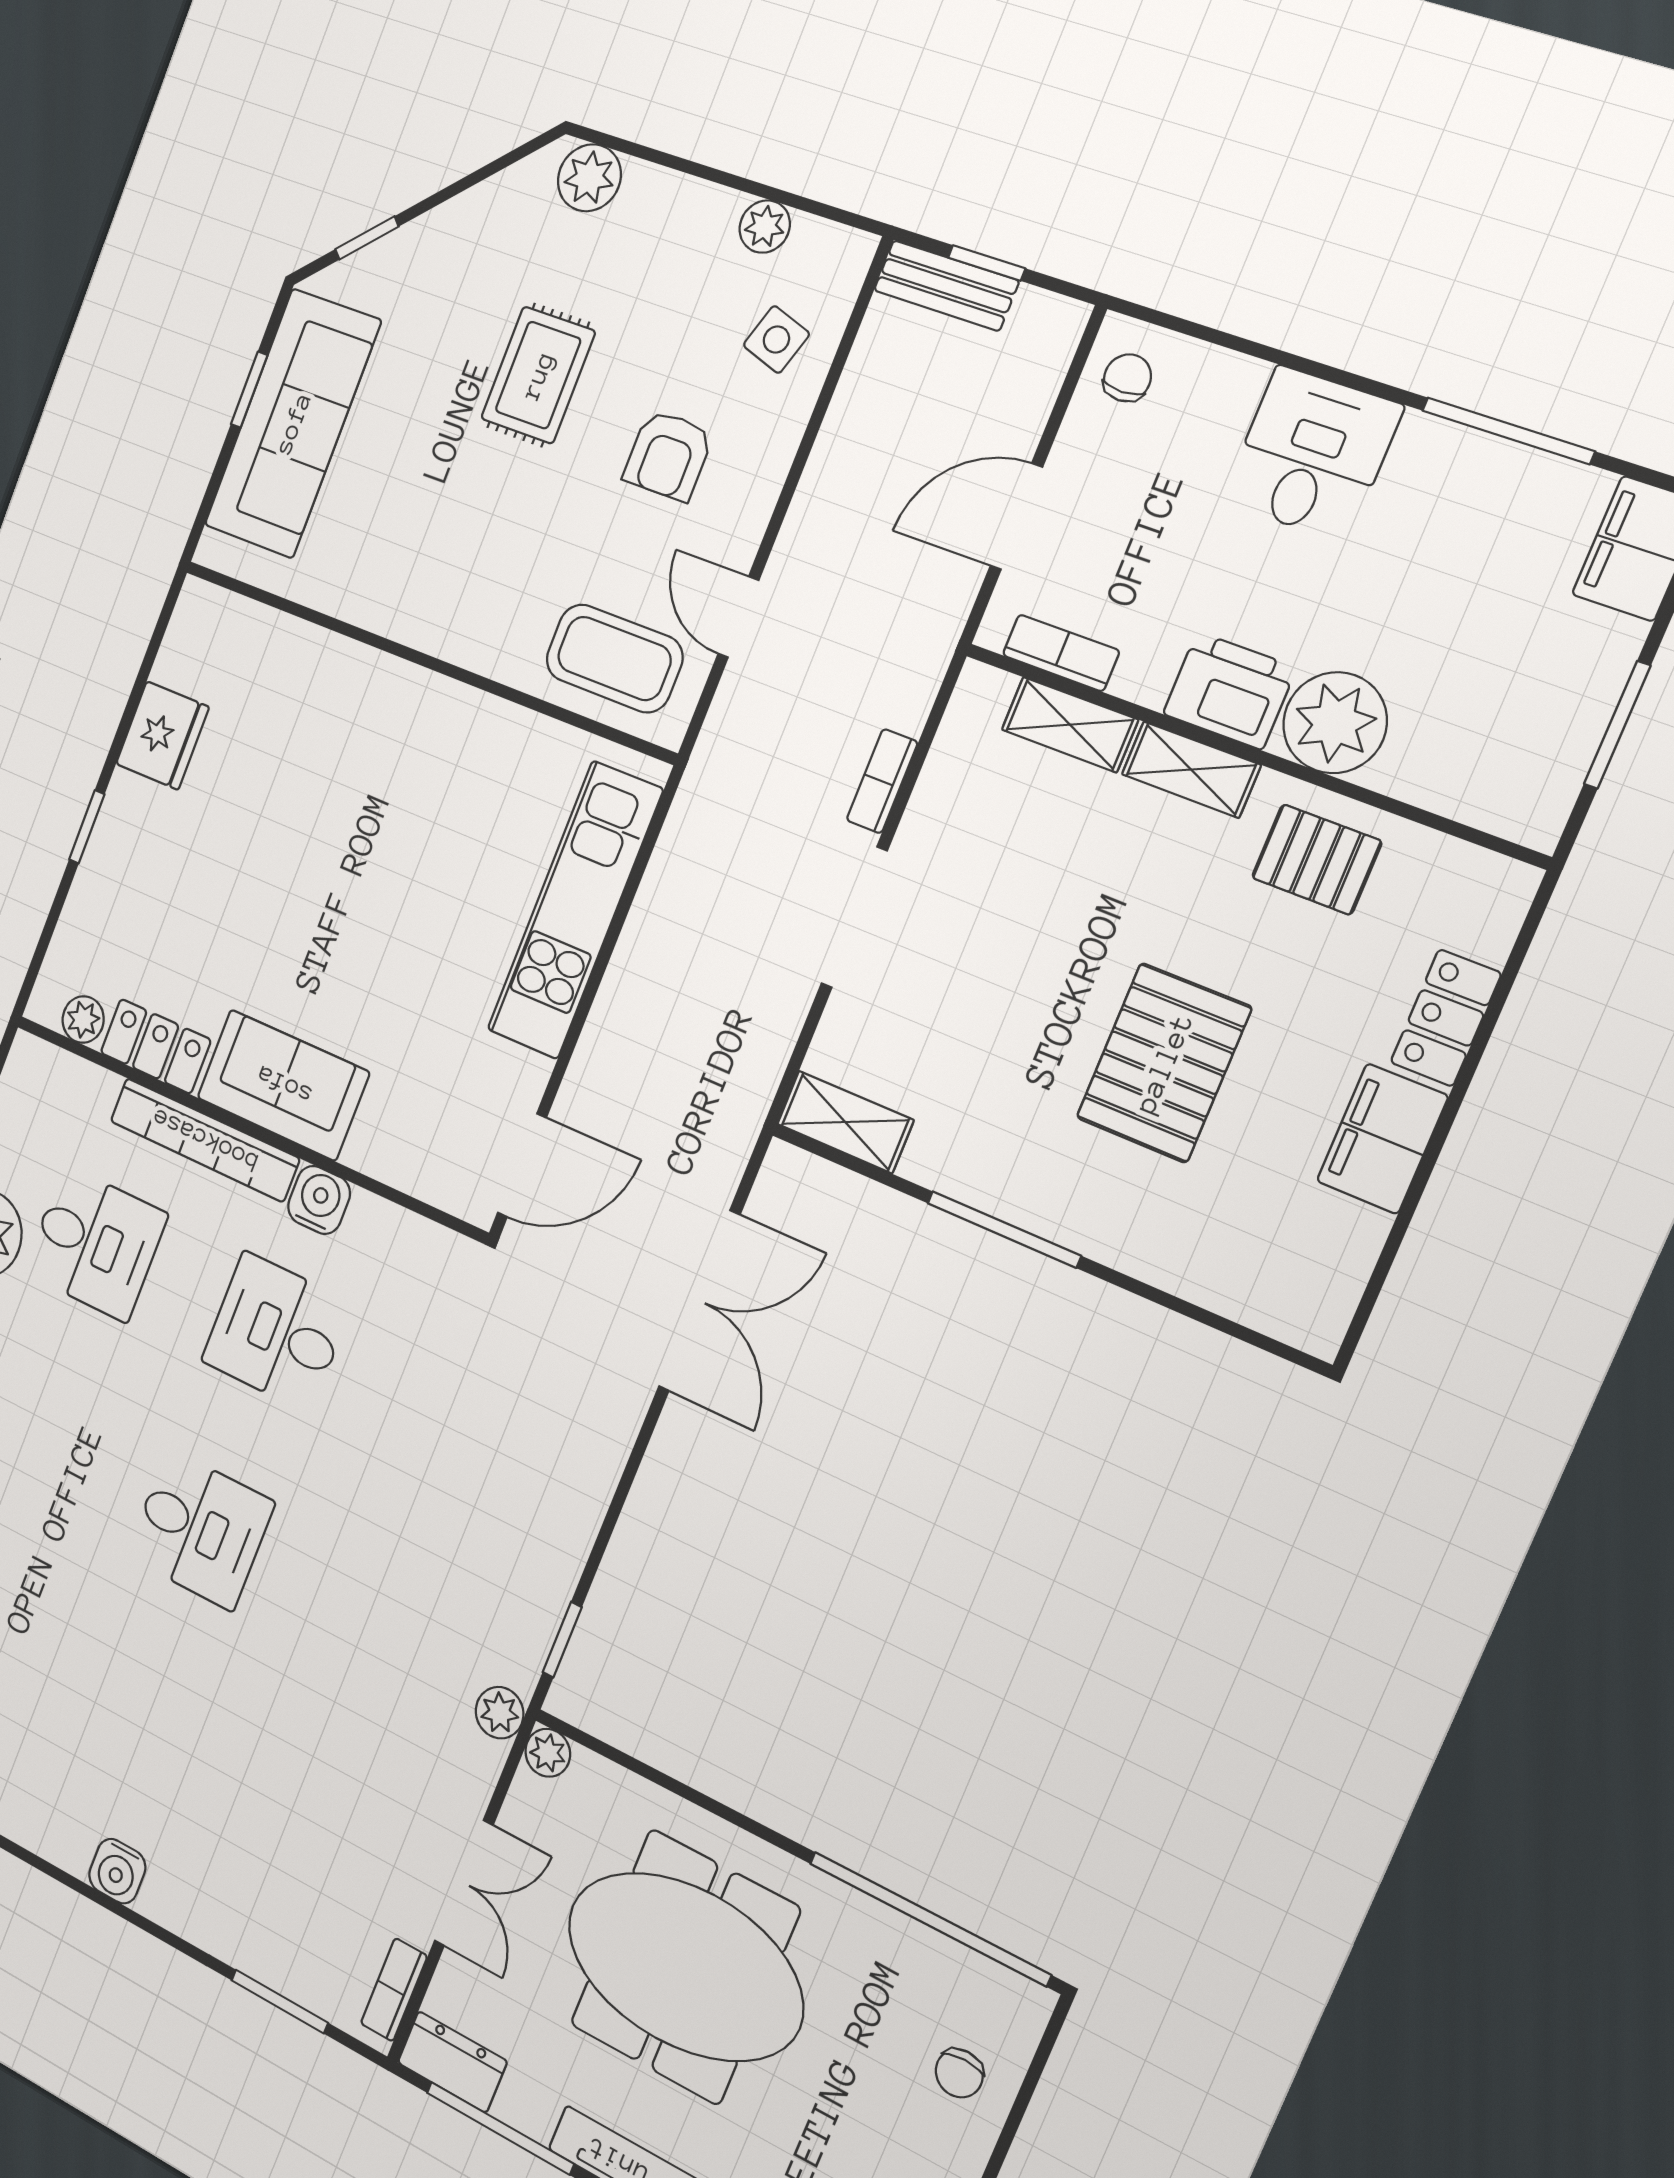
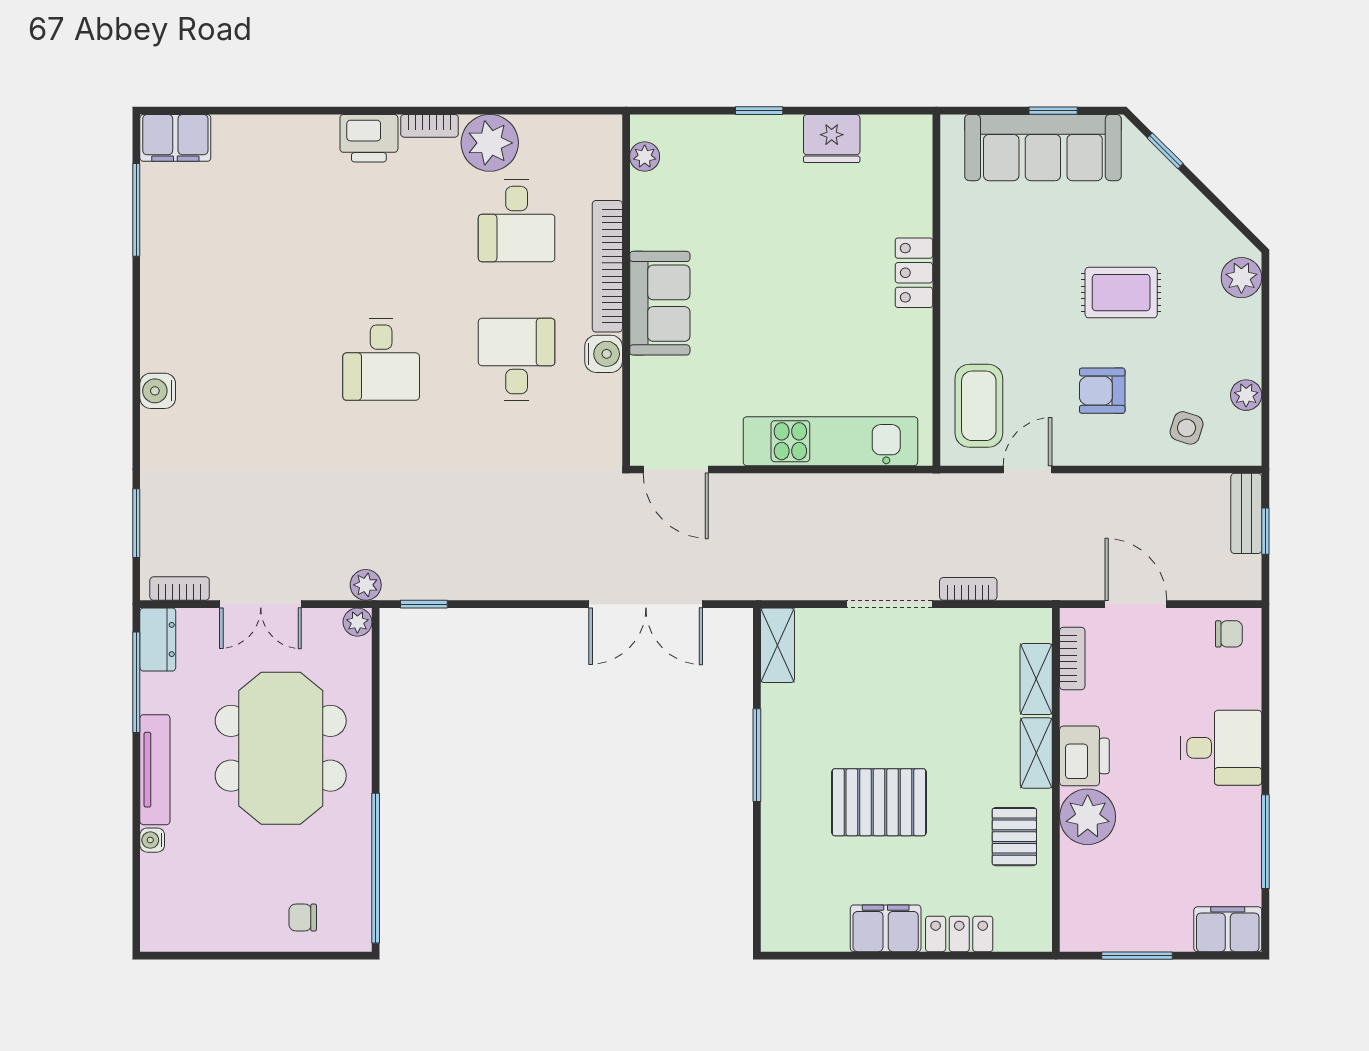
locker: (156, 1046) -> (914, 273), moved, turned 180

